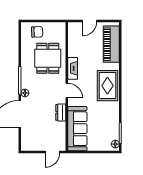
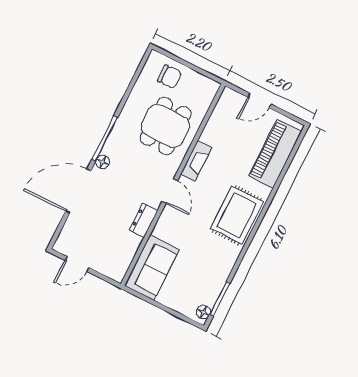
sofa: (77, 129) -> (152, 268), width x0.73
door: (52, 152) -> (77, 264), moved

